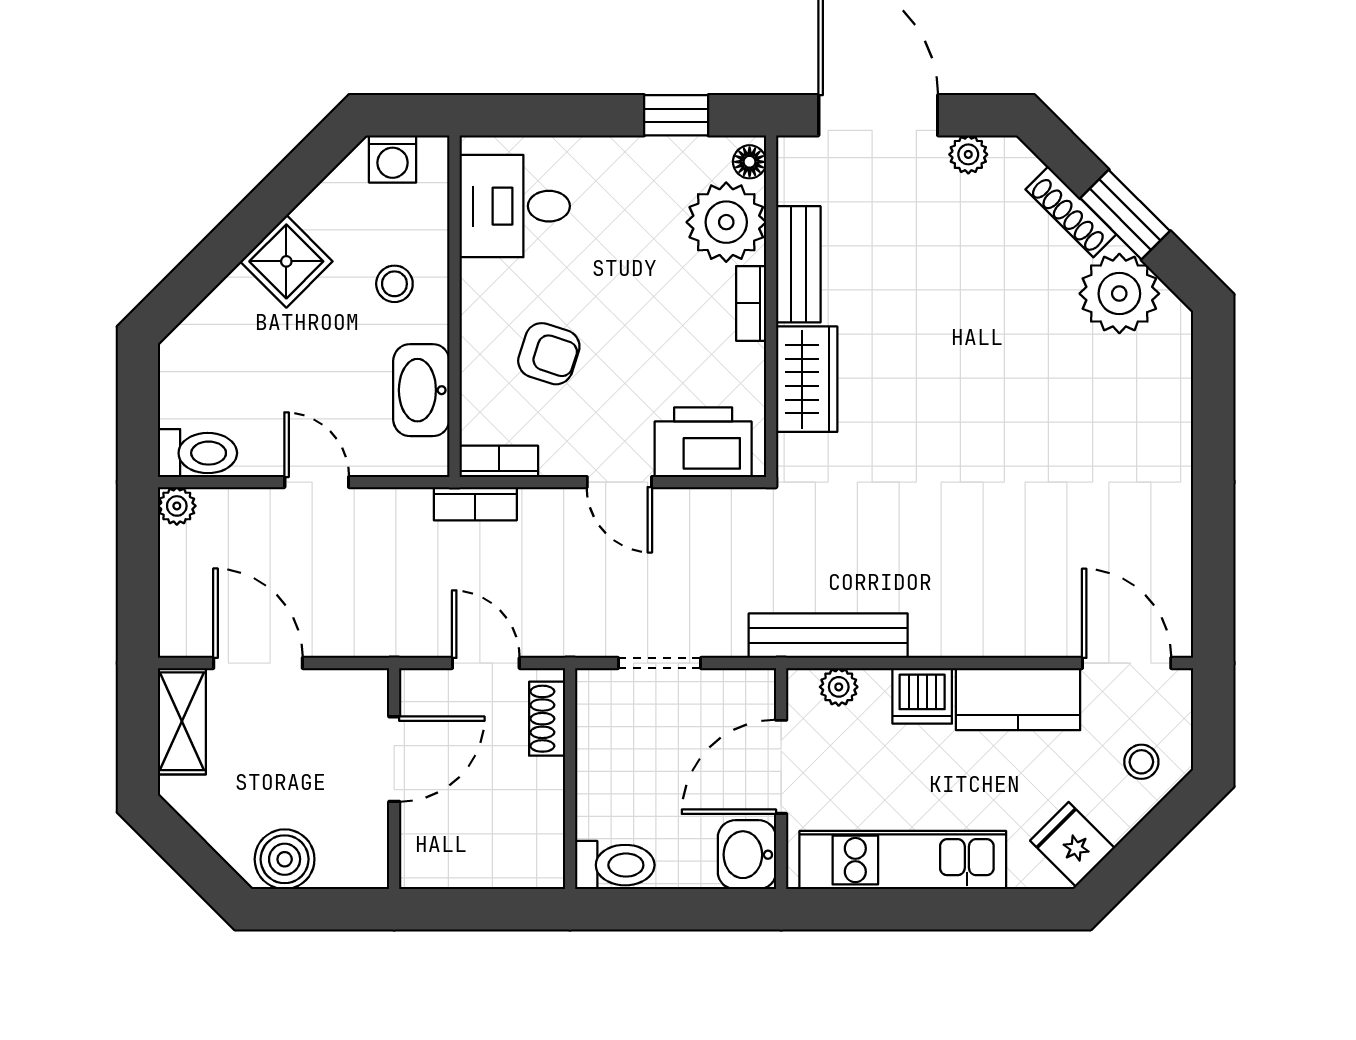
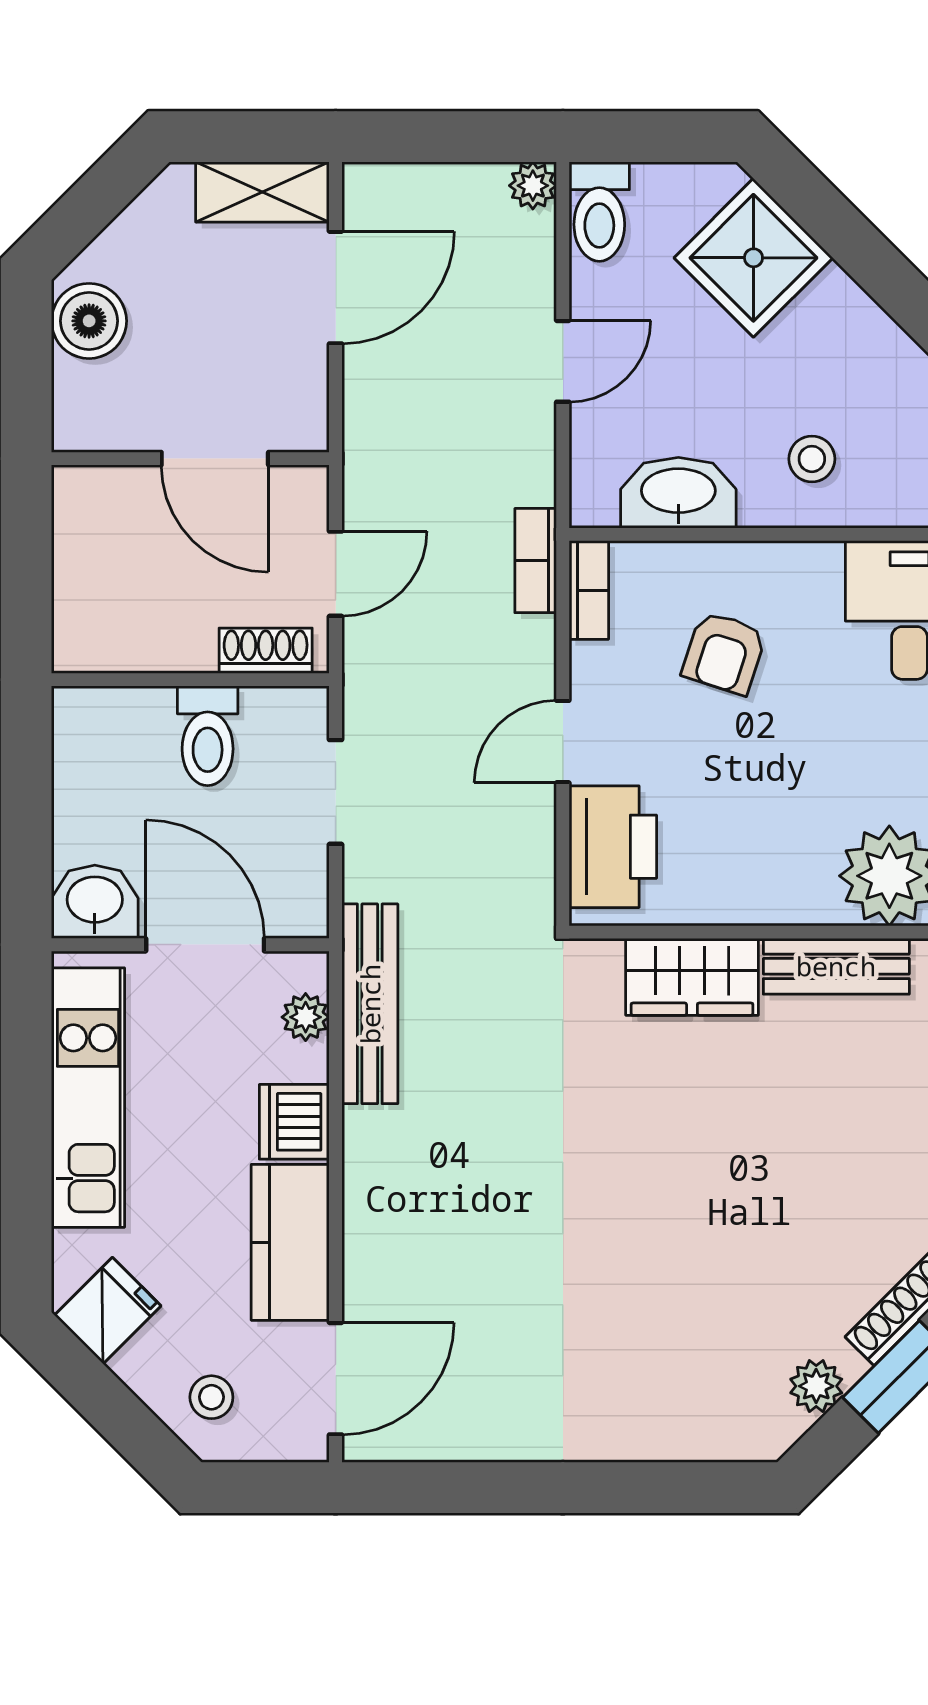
shower: (286, 261) -> (753, 258), moved, width x1.36, depth x1.36
plant: (1119, 294) -> (816, 1386), width x0.53, depth x0.53
bookcase: (751, 303) -> (787, 907), removed
toilet: (615, 865) -> (208, 736), moved

